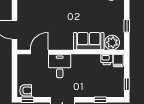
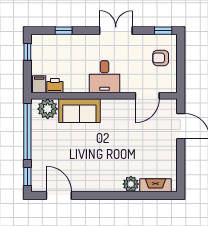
window: (127, 26) -> (27, 131), width x3.17
desk: (60, 66) -> (105, 77), moved
armchair: (26, 90) -> (161, 58), moved

